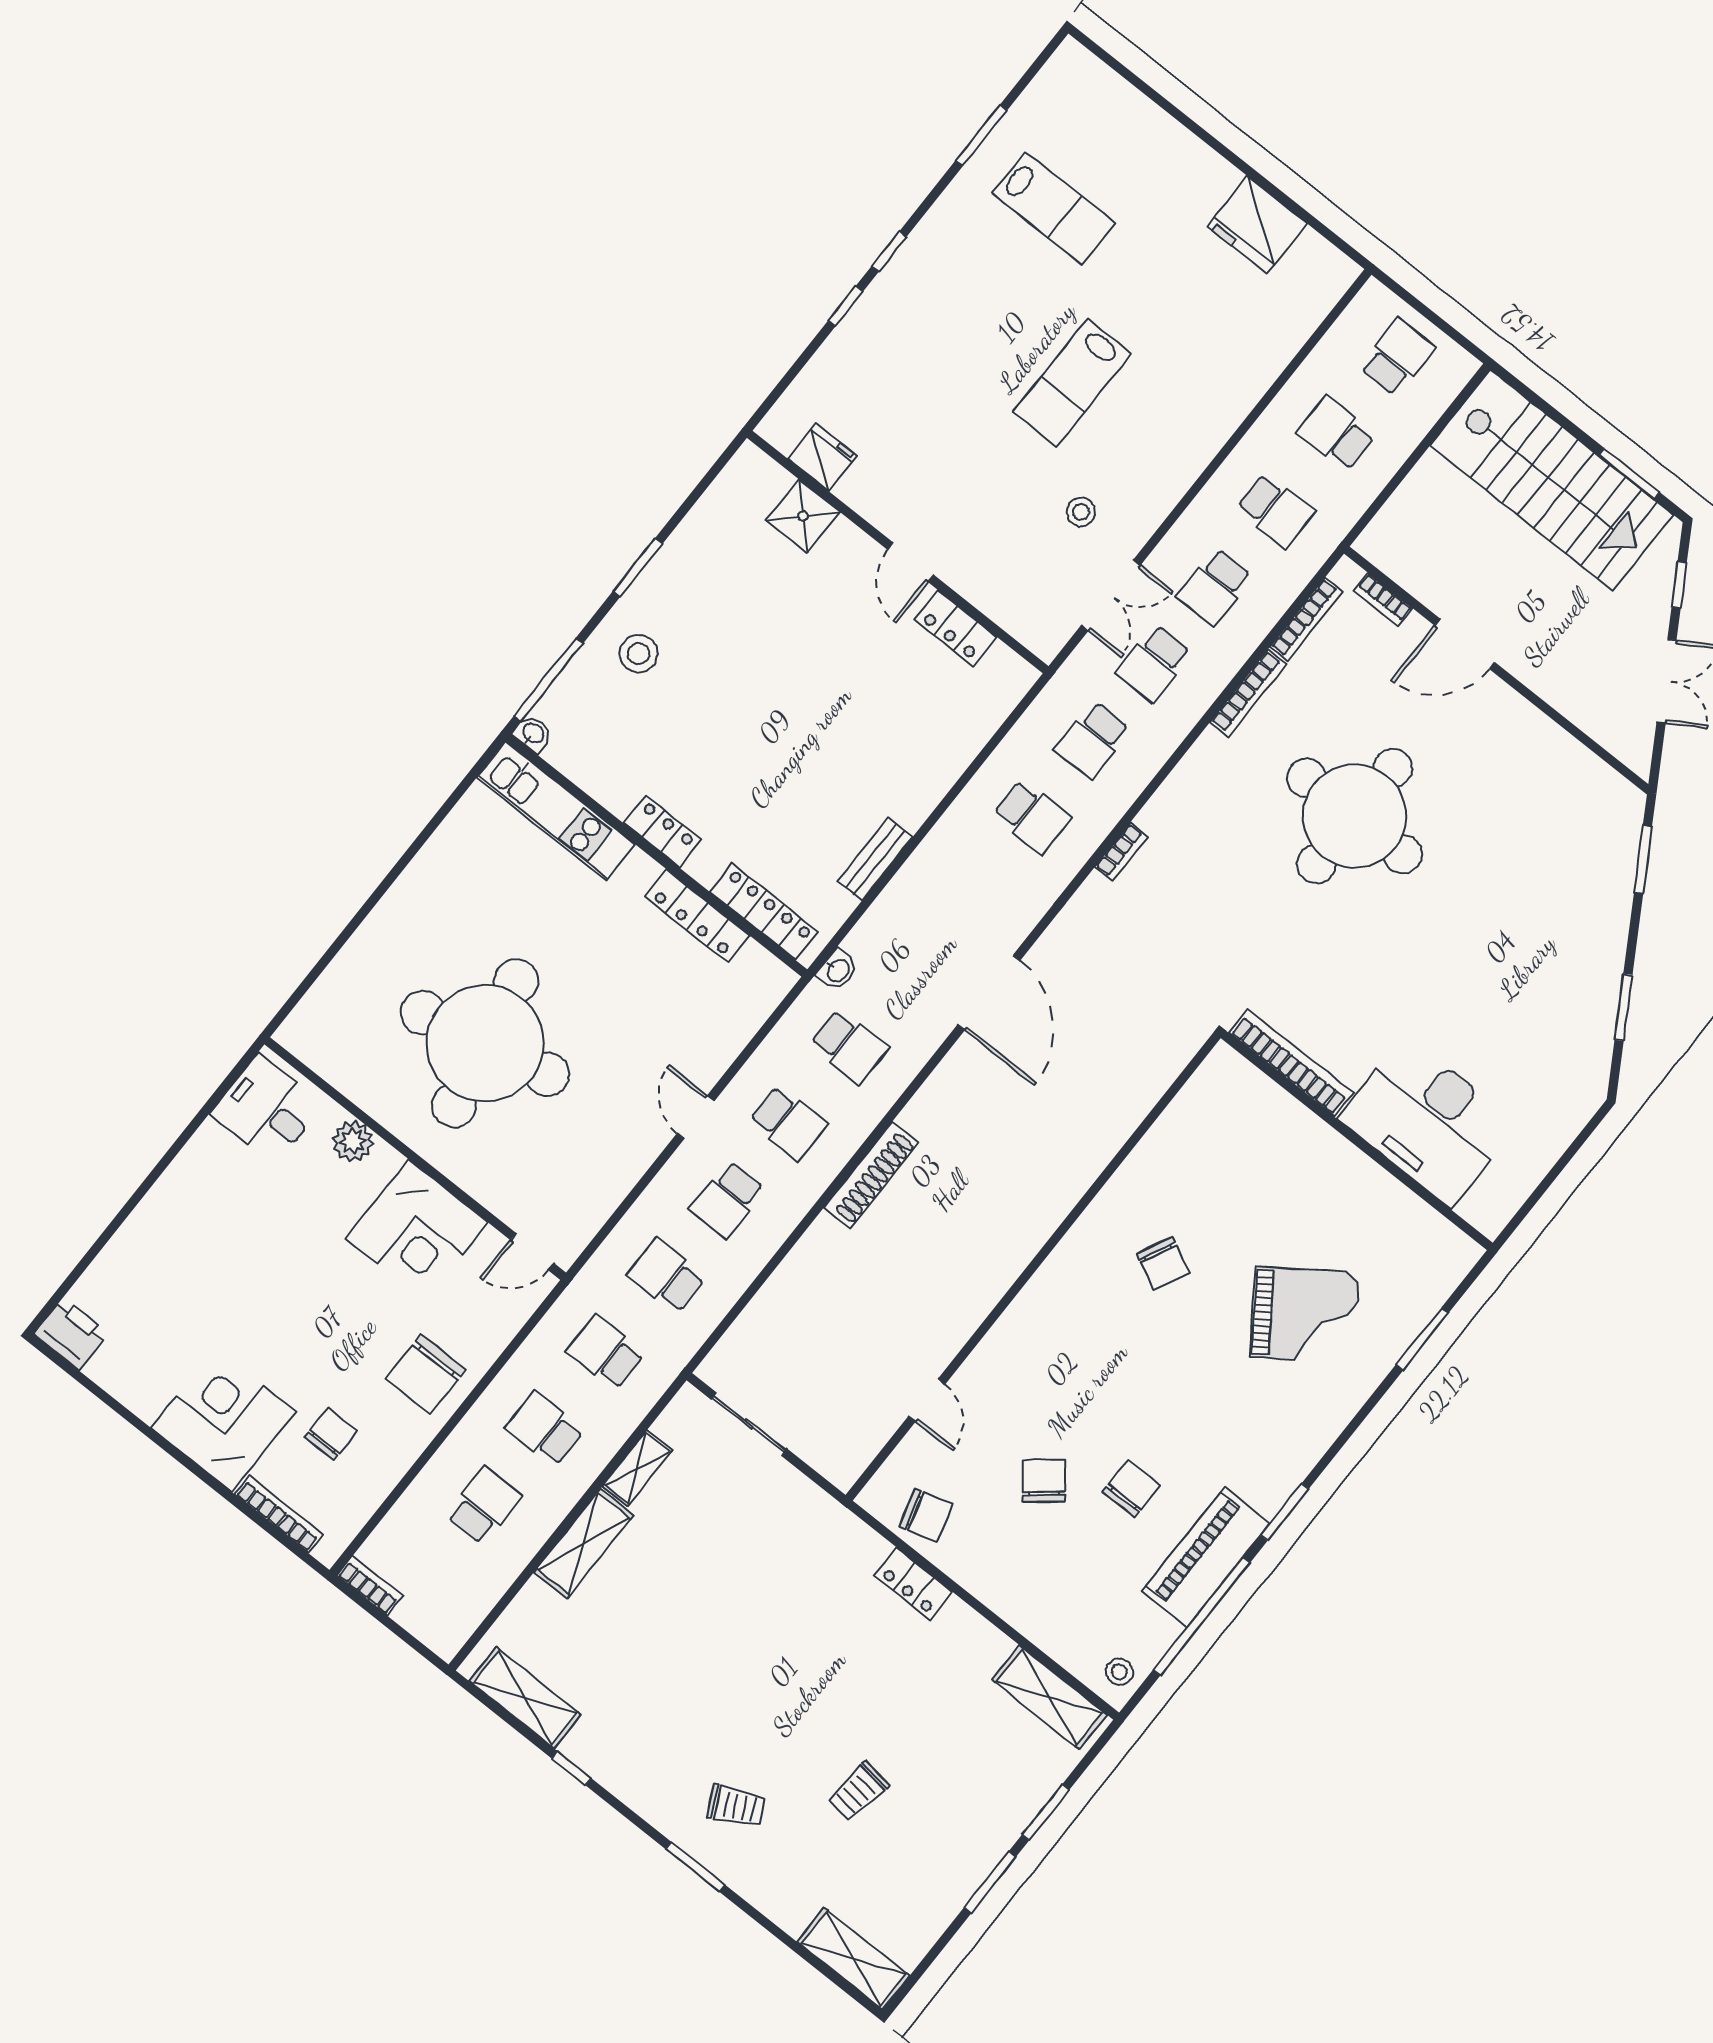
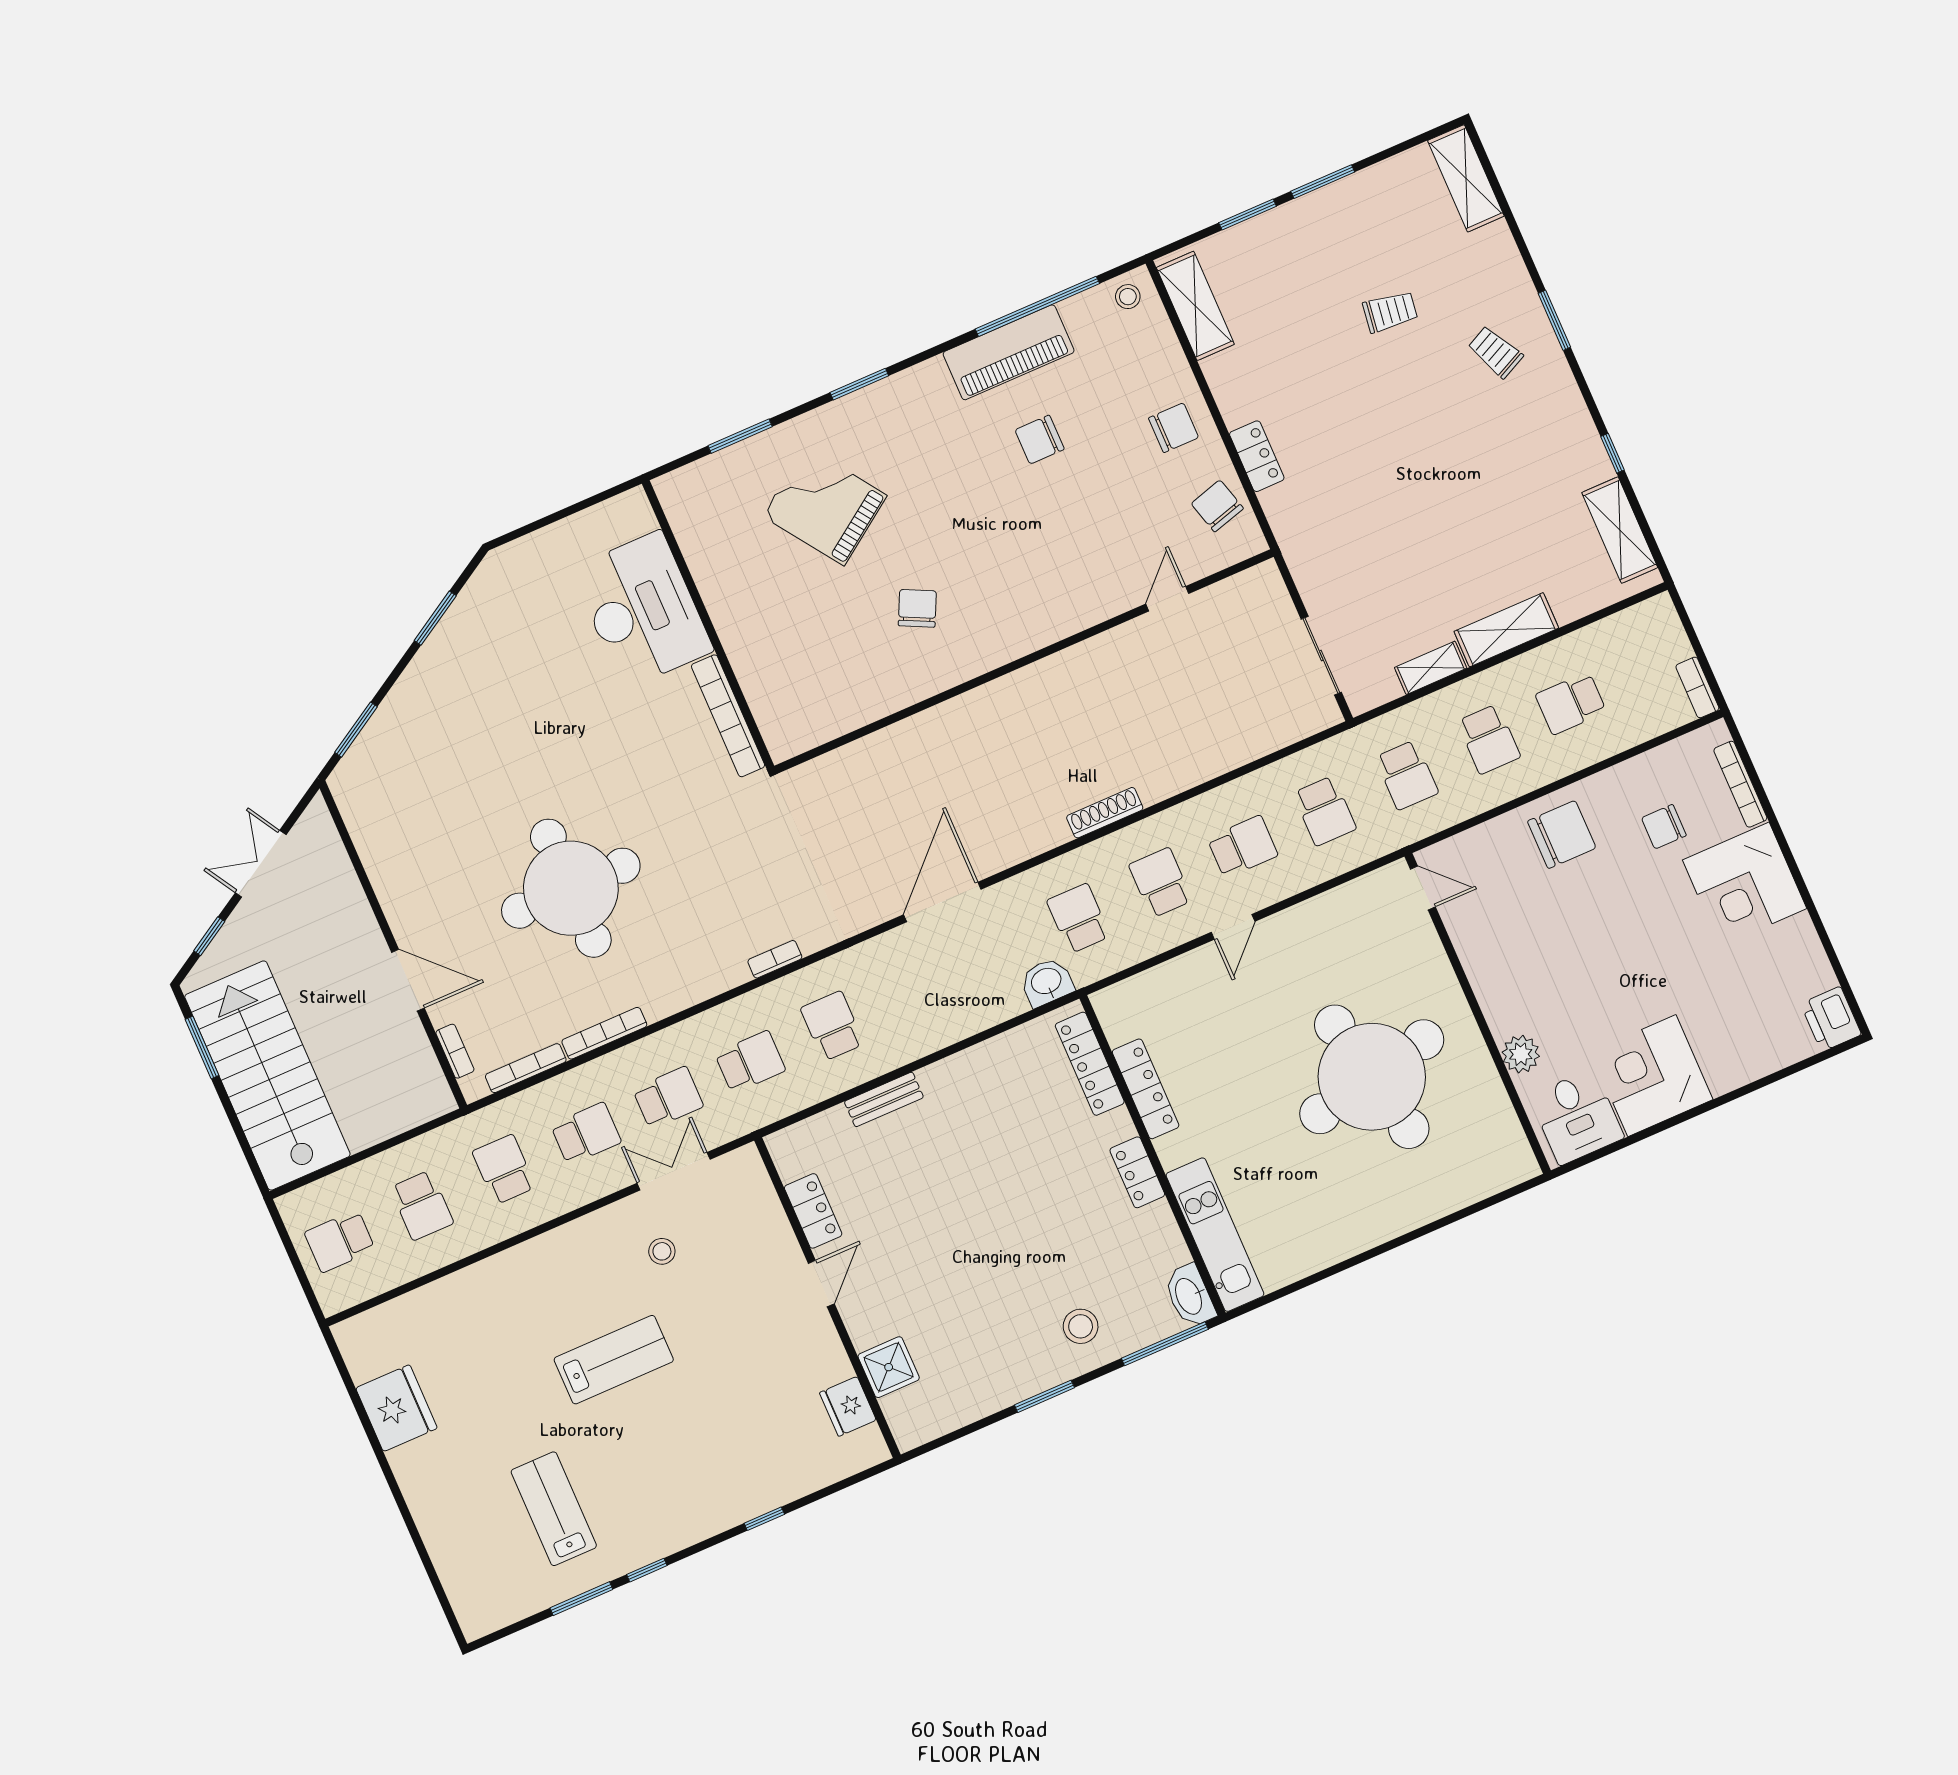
window: (889, 252) -> (647, 1570), moved
washbasin: (533, 734) -> (1190, 1296), width x1.91, depth x1.45
bench: (875, 859) -> (884, 1099), moved
washbasin: (838, 970) -> (1047, 982), width x1.38, depth x1.45
shoe rack: (871, 1175) -> (1105, 813), width x0.74, depth x0.81
corner desk: (417, 1231) -> (1652, 1076), moved, turned -90
chair: (1044, 1481) -> (1174, 428), moved, turned -141
window: (1285, 1512) -> (859, 384), moved

